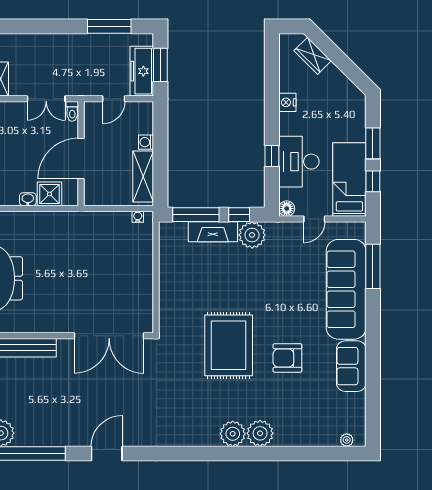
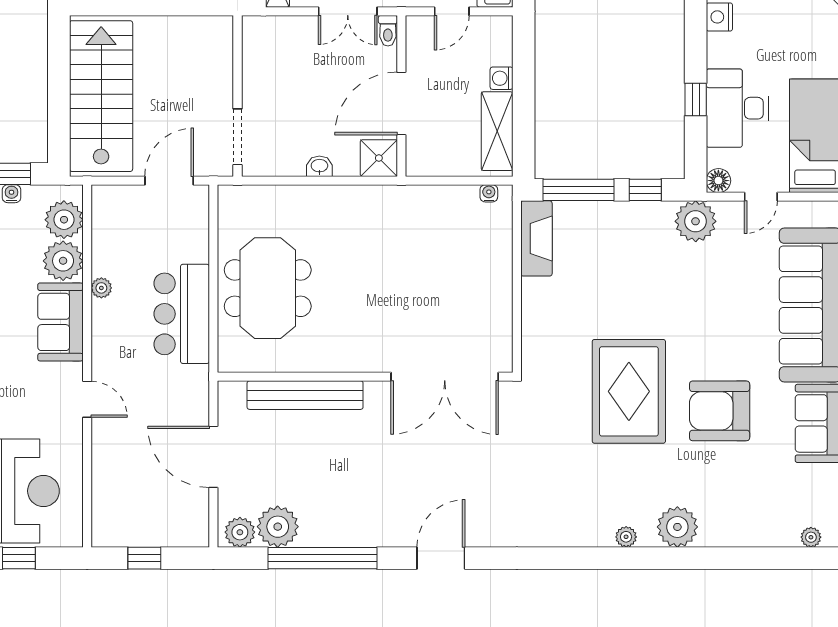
shower: (50, 194) -> (379, 158), moved
fireplace: (213, 232) -> (536, 238), moved, turned -90
plant: (252, 235) -> (696, 221), moved
armchair: (287, 358) -> (720, 411), width x1.36, depth x1.36
plant: (233, 434) -> (626, 537), width x0.53, depth x0.53

